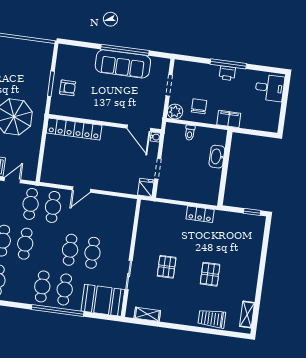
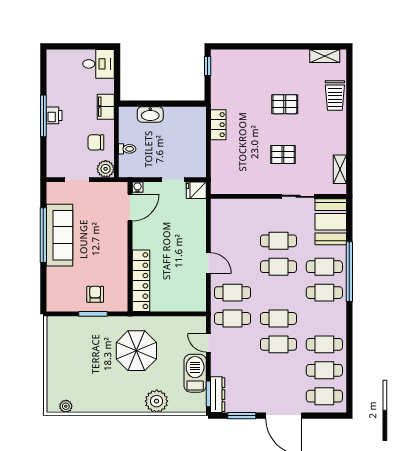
desk: (270, 88) -> (98, 64), moved, turned 90

